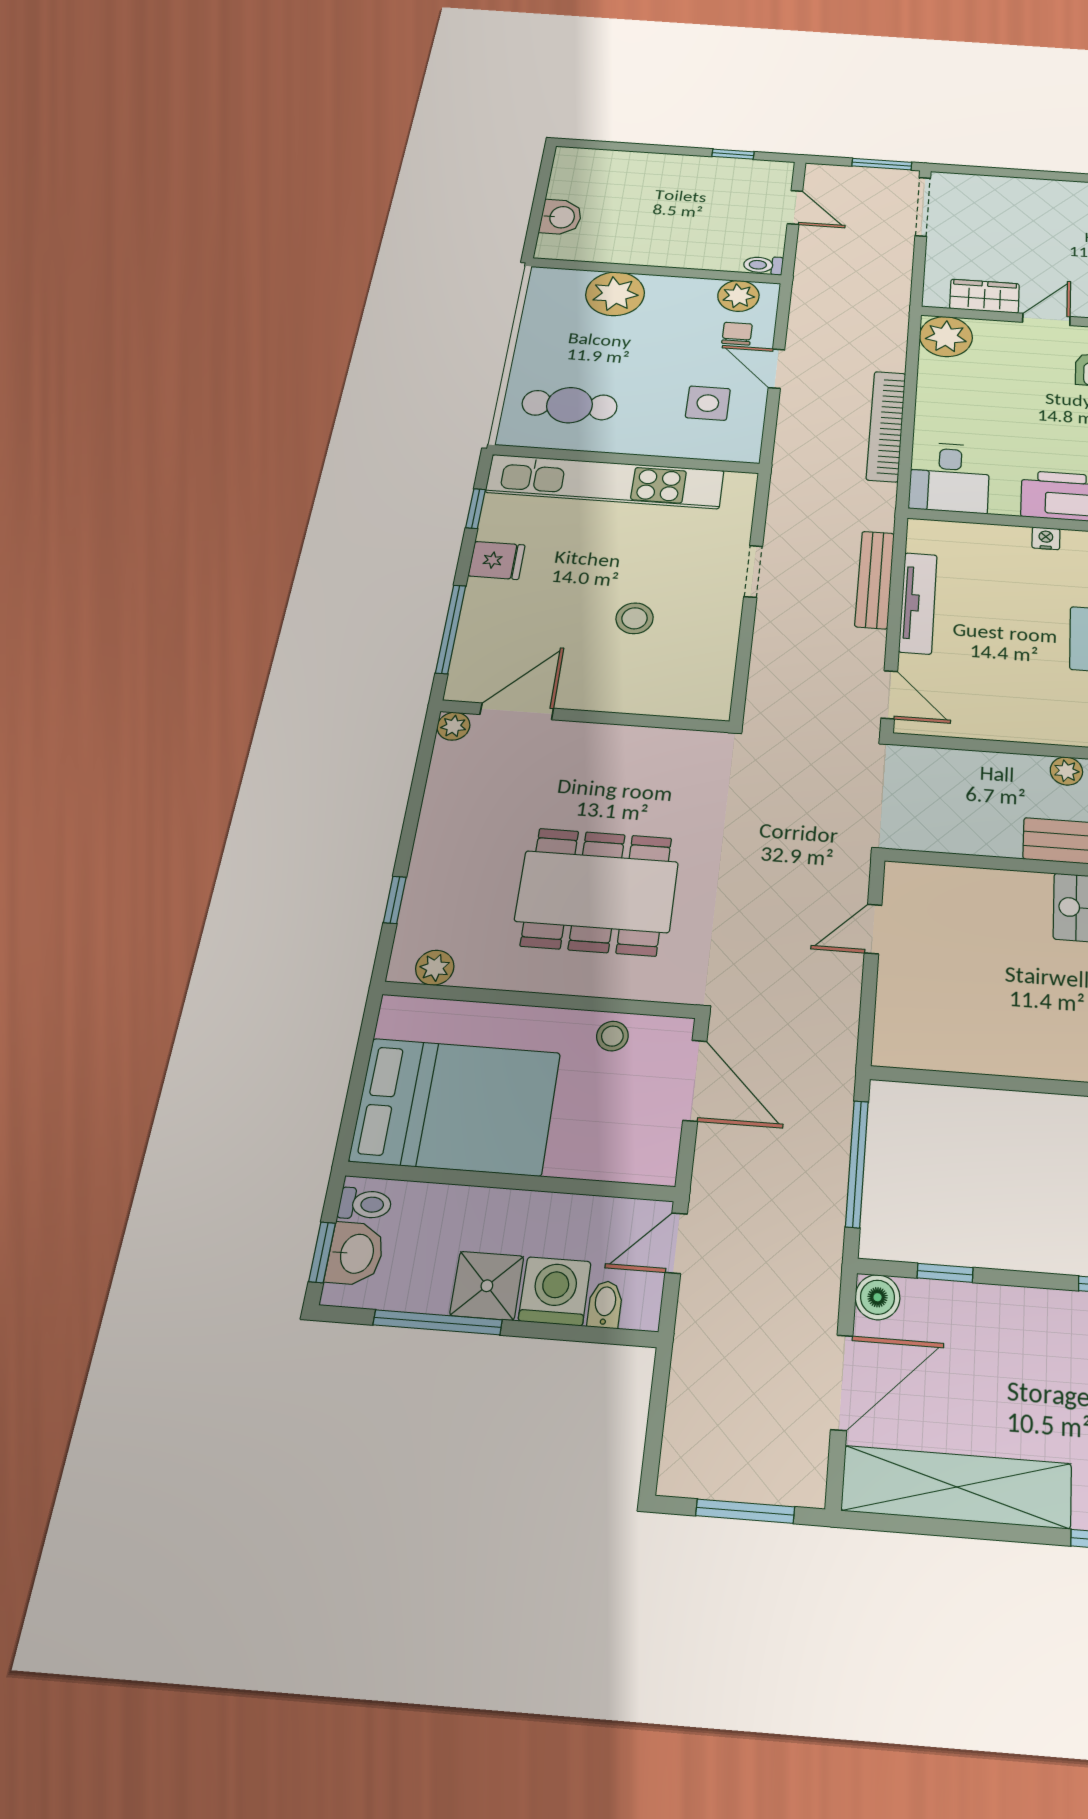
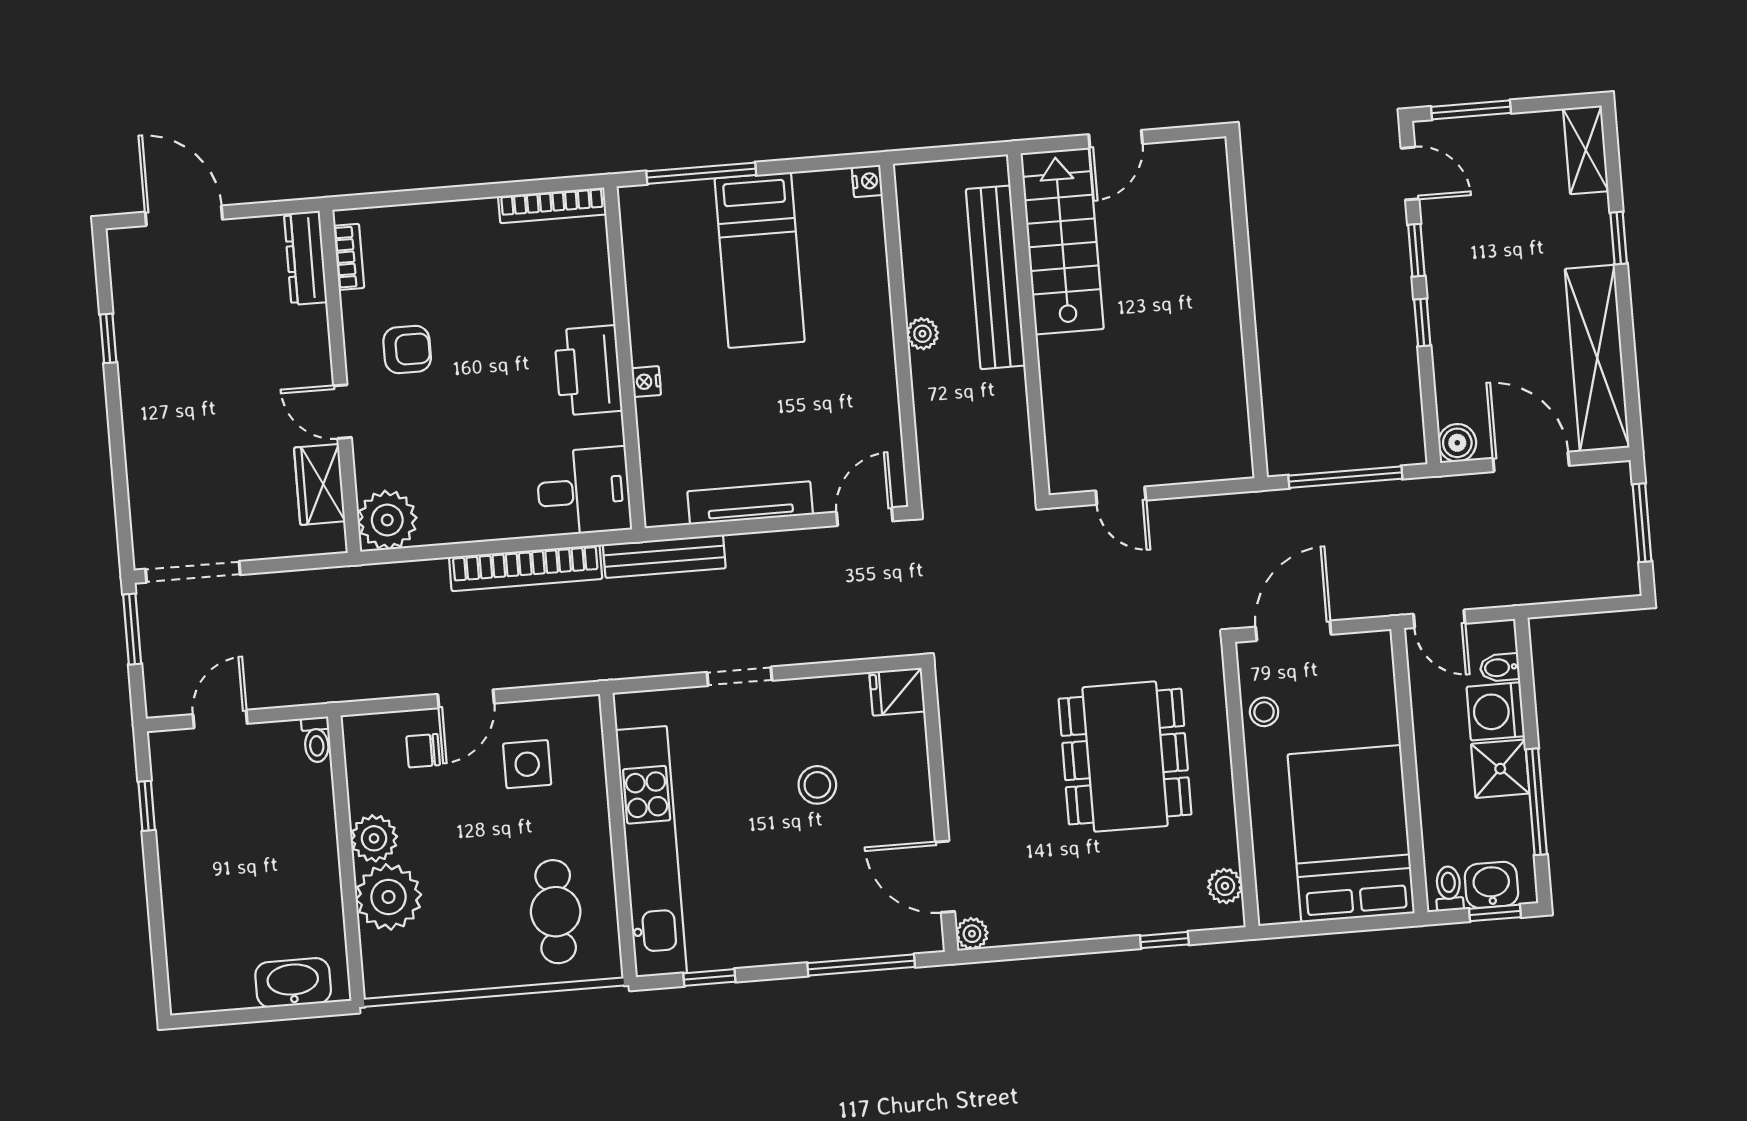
washbasin: (561, 217) -> (293, 983), width x1.38
plant: (738, 296) -> (374, 838), moved
fridge: (497, 560) -> (897, 692), moved, turned -90
bench: (875, 580) -> (664, 556), moved
window: (945, 1273) -> (1422, 323), moved

